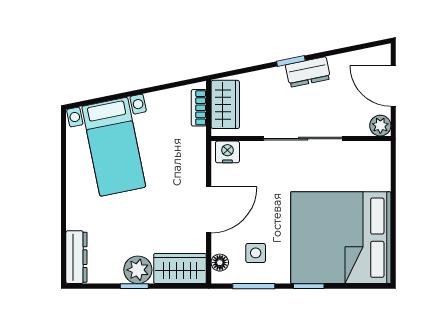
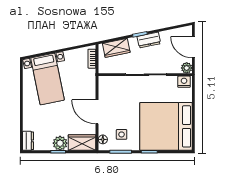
wardrobe: (225, 104) -> (116, 48), moved, turned 78
nightstand: (227, 152) -> (184, 82), moved
door: (209, 210) -> (97, 112), swing flipped
dresser: (76, 257) -> (28, 141), width x0.70

